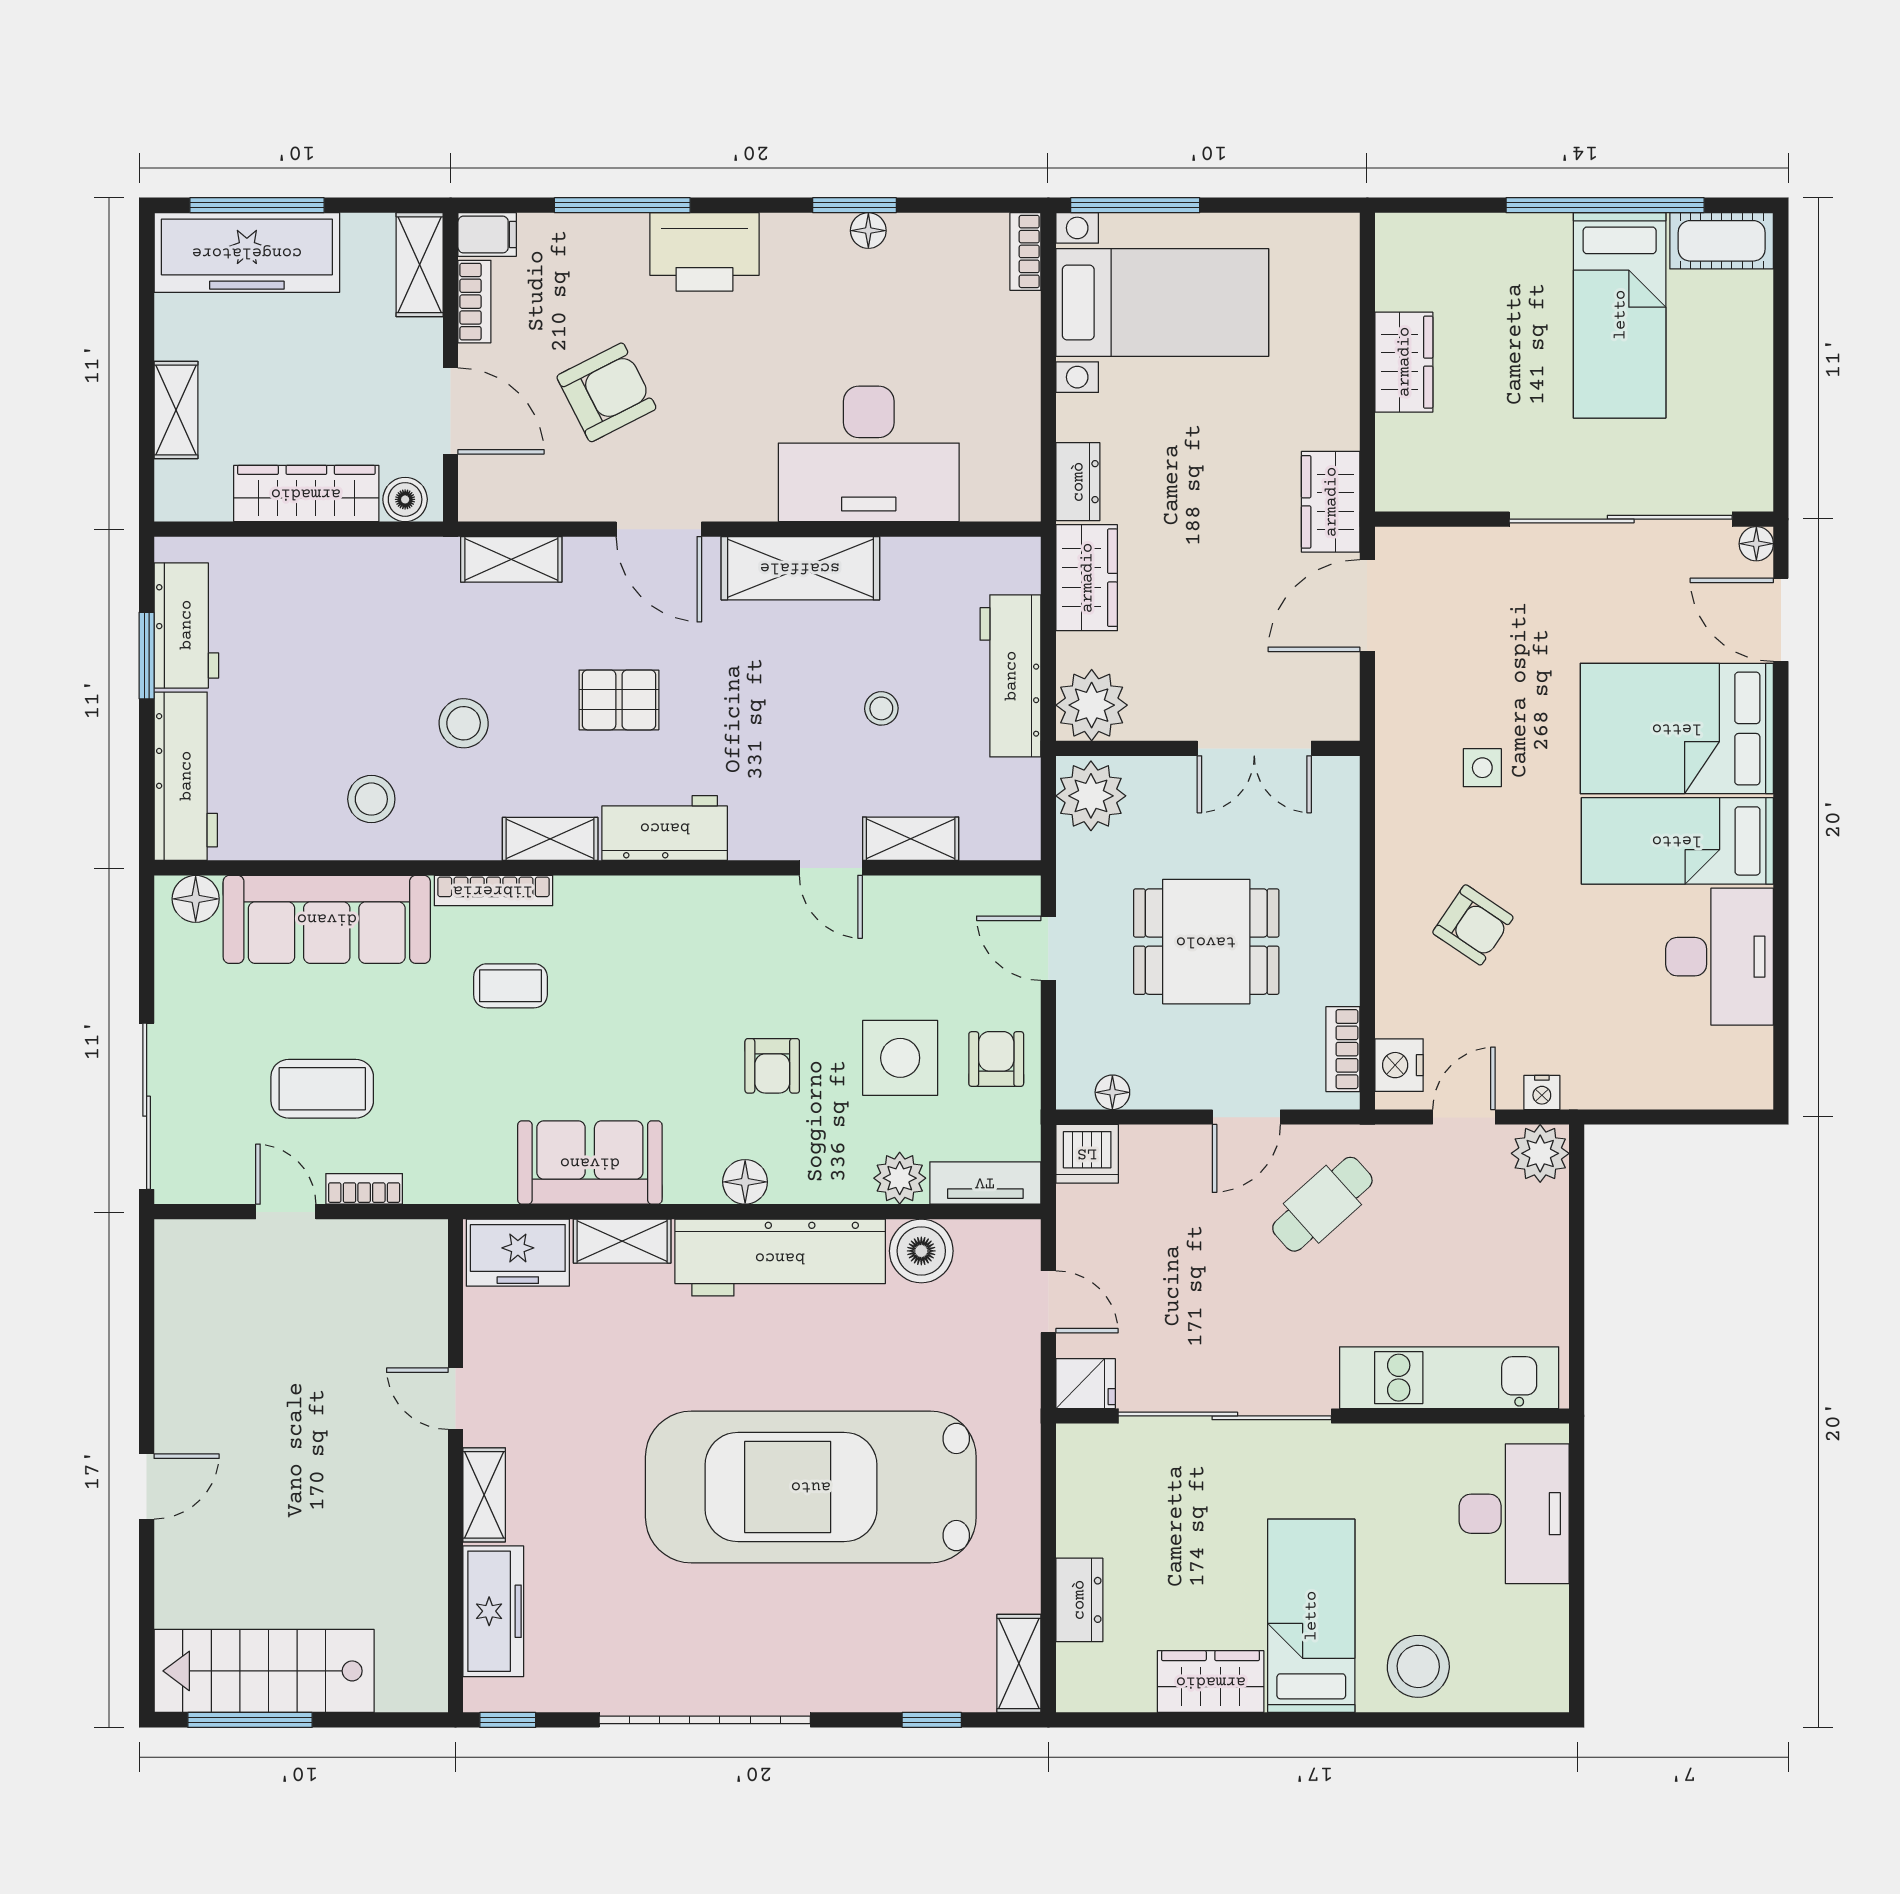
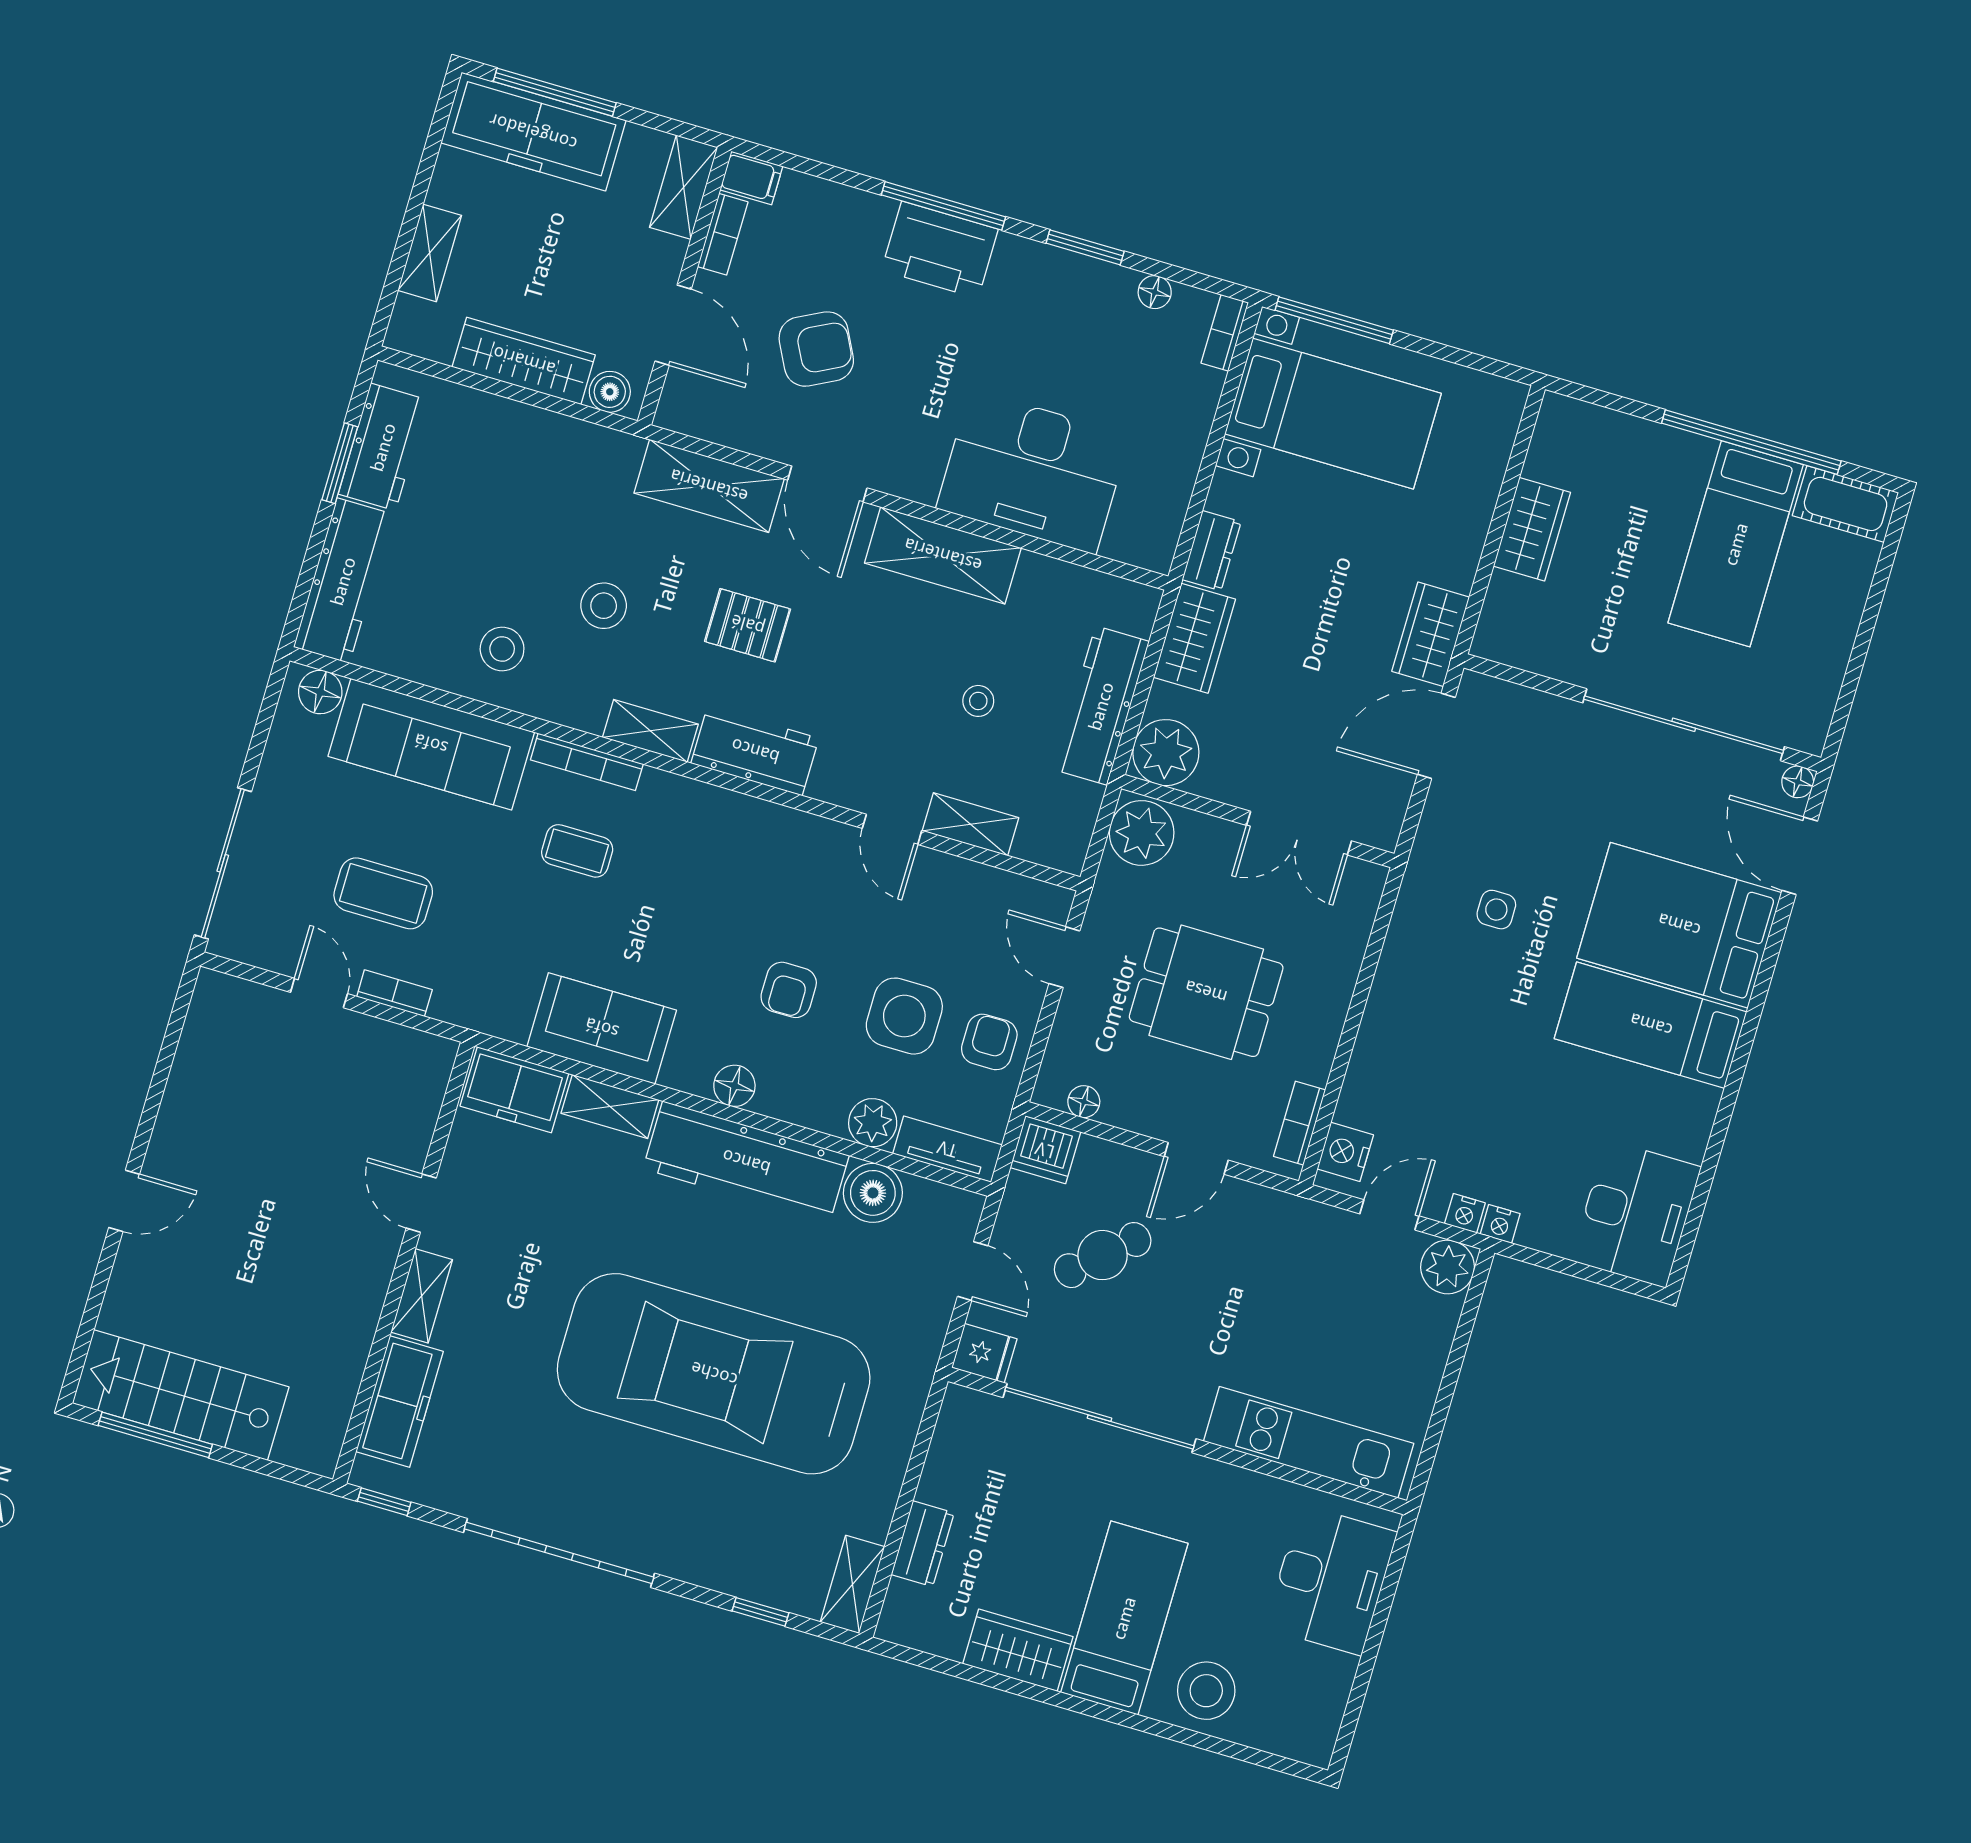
window: (622, 205) -> (943, 206), moved
floor lamp: (868, 231) -> (1155, 292), moved
shelving: (511, 559) -> (709, 486), width x1.50, depth x1.33
armchair: (1473, 925) -> (1447, 1047), removed
desk: (1720, 957) -> (1636, 1214), moved
nightstand: (1582, 1093) -> (1500, 1224), added
cafe table: (1322, 1204) -> (1103, 1255), moved

